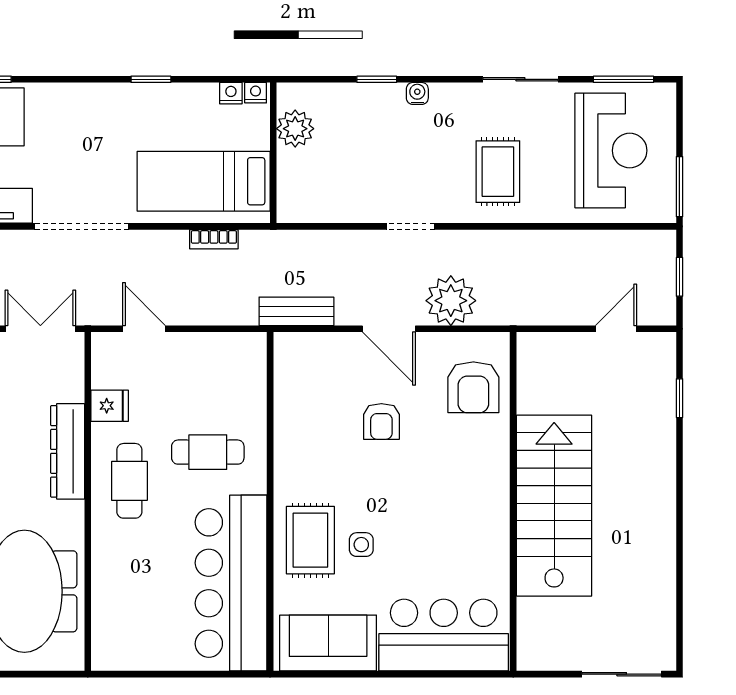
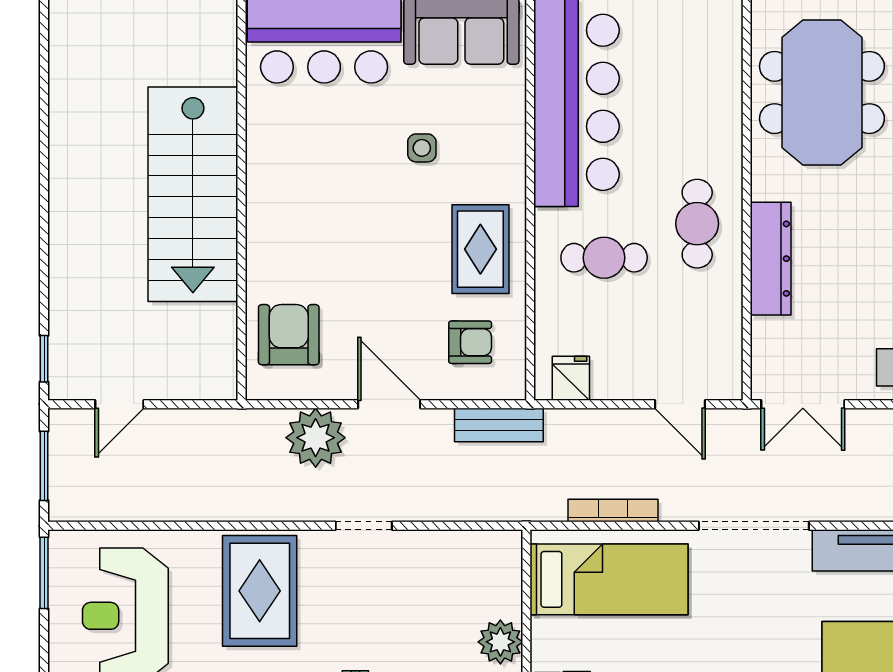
rug: (498, 172) -> (260, 591), width x1.36, depth x1.43
bookcase: (214, 239) -> (613, 510), width x1.56
window: (679, 277) -> (44, 466), width x1.50
window: (679, 398) -> (44, 359), moved
fridge: (110, 406) -> (571, 378), moved, turned 90
armchair: (381, 421) -> (470, 342), moved, turned 90
rug: (310, 540) -> (480, 249), moved

